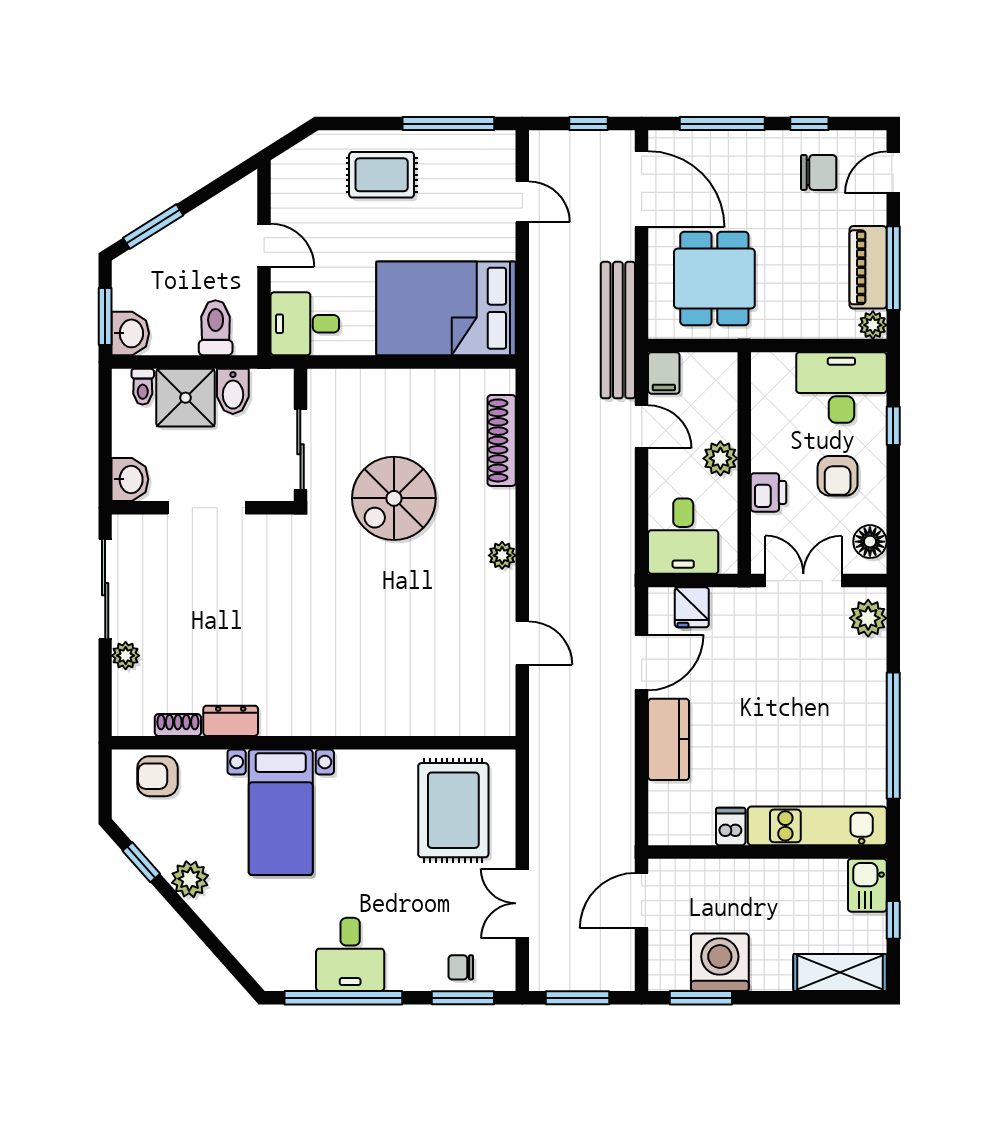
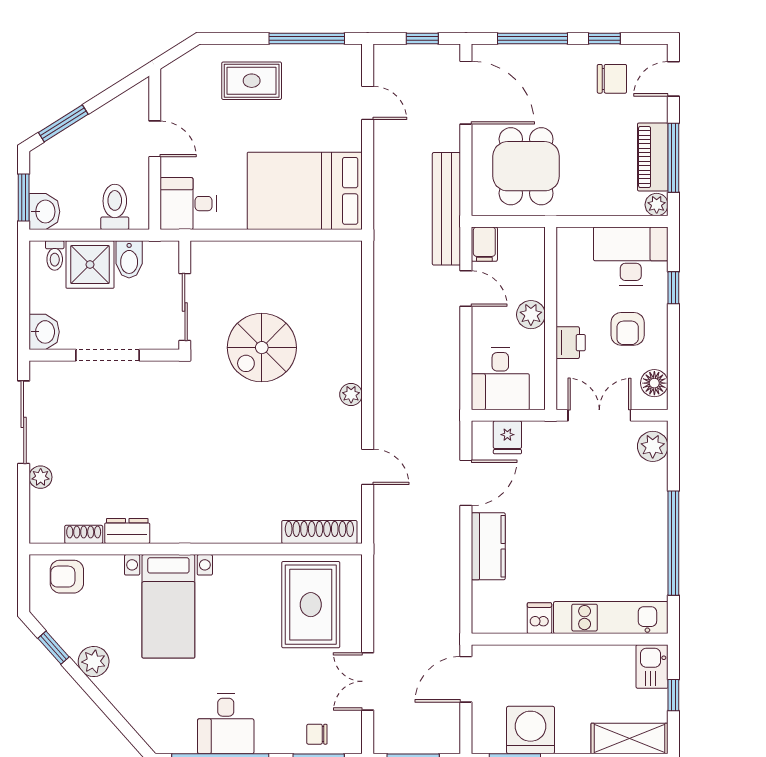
shoe rack: (502, 440) -> (319, 532), moved, turned 90

